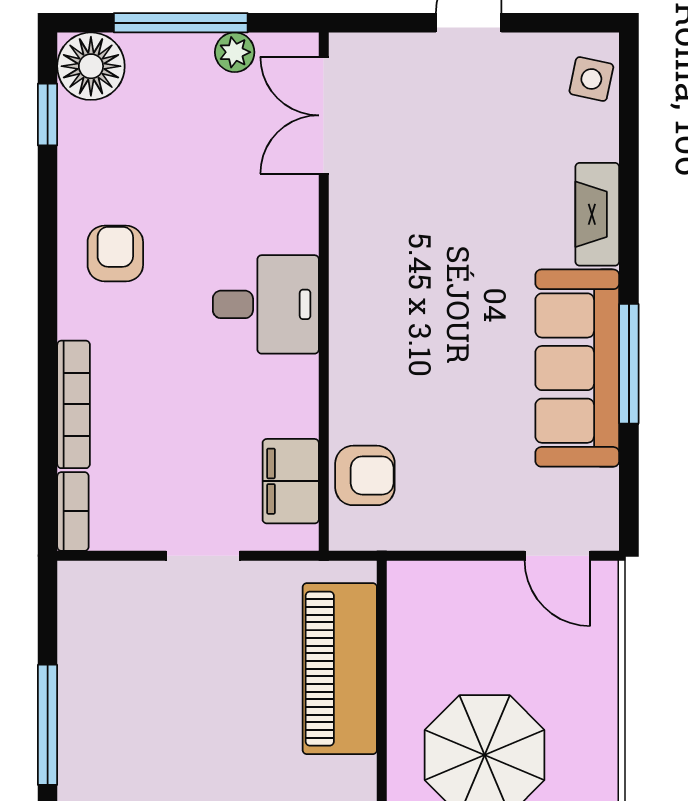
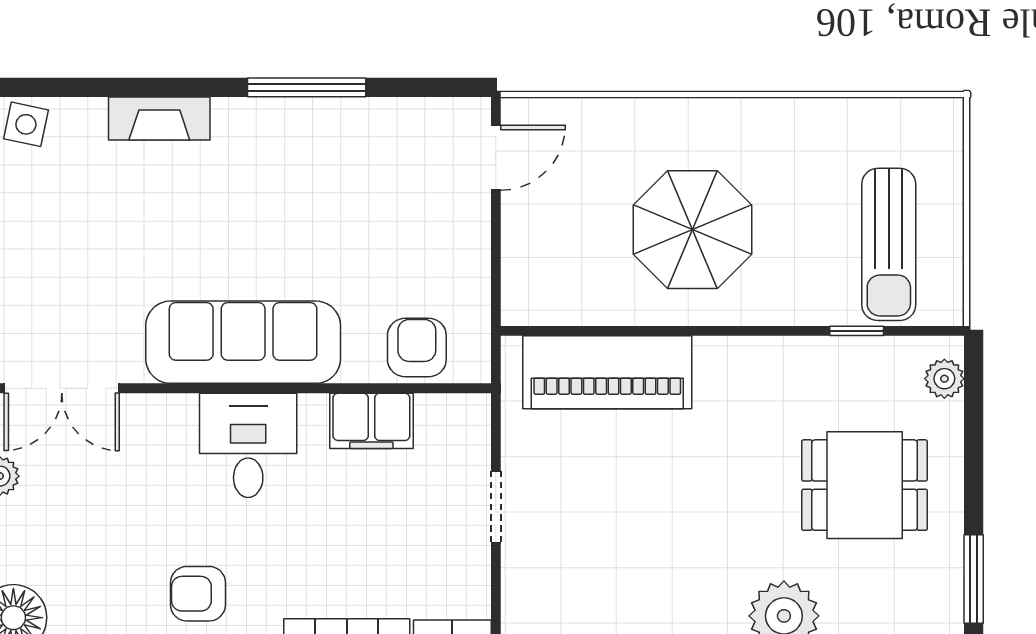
sofa: (577, 368) -> (243, 342), moved, turned 180
filing cabinet: (291, 481) -> (371, 421), moved

